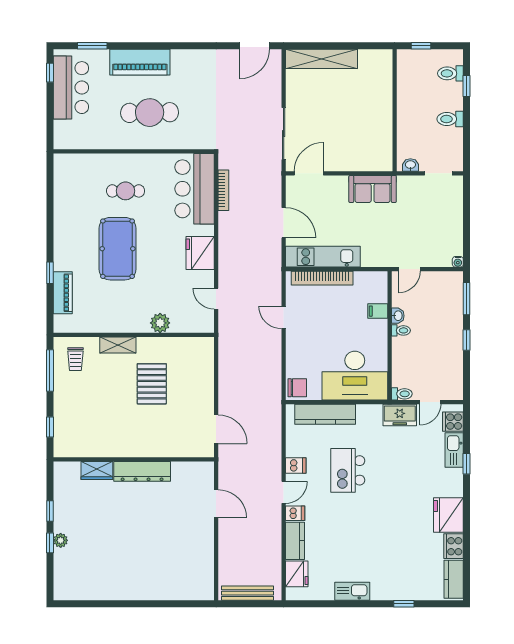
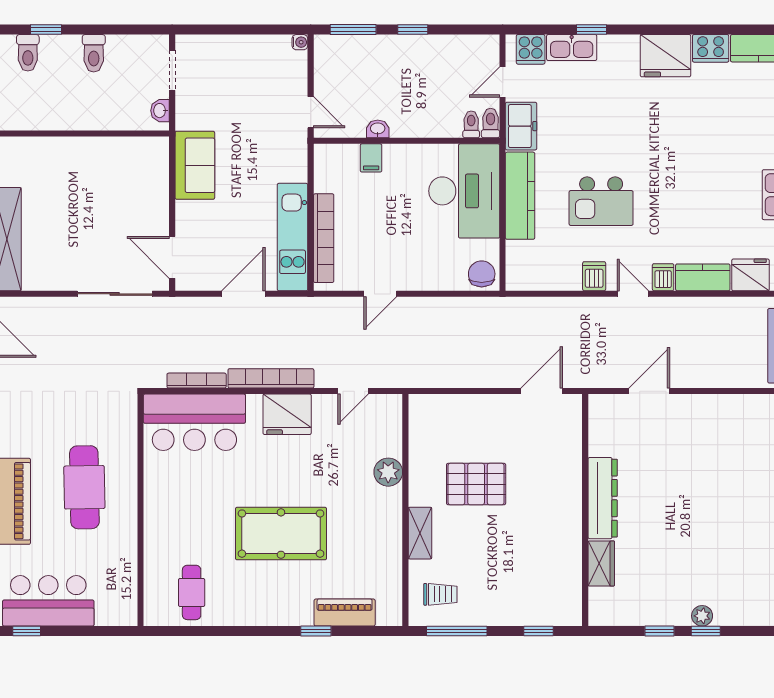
cafe table: (126, 191) -> (192, 592), moved
bookcase: (225, 242) -> (271, 378), added
toilet: (401, 330) -> (471, 124), moved
door: (430, 402) -> (503, 82), swing flipped
kitchen counter: (325, 414) -> (520, 196), moved

